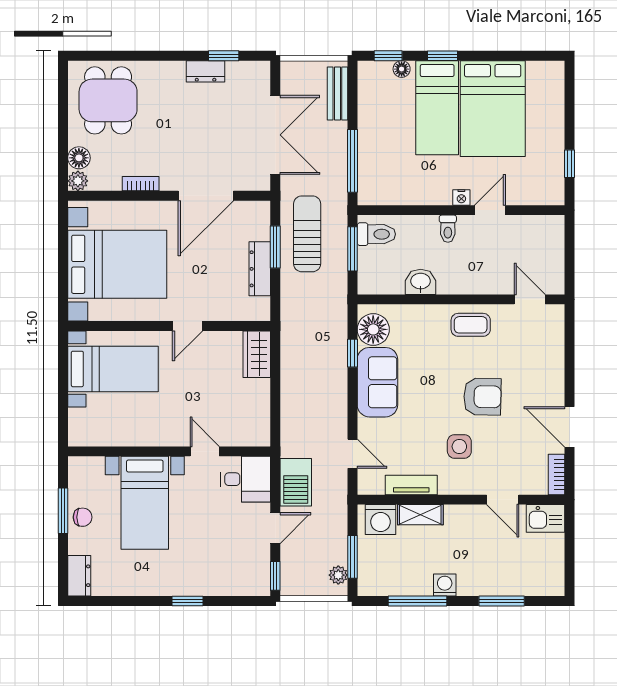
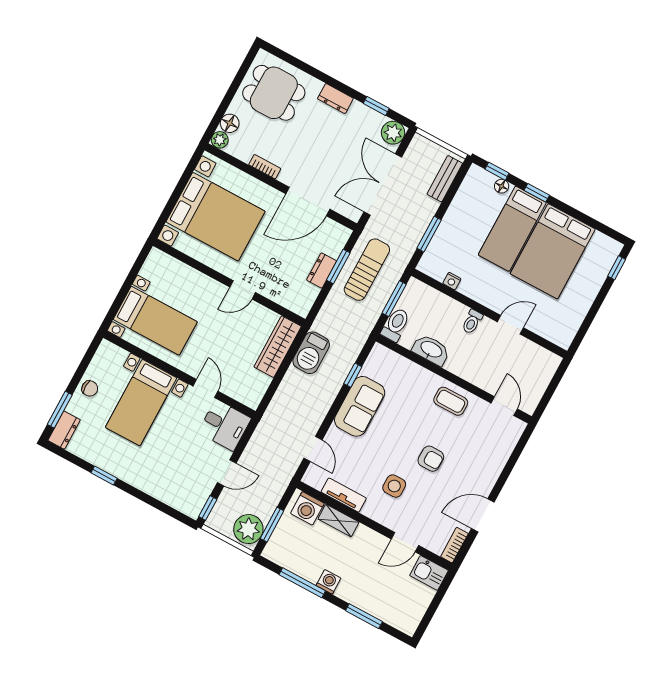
dresser: (206, 71) -> (335, 99), moved
plant: (257, 74) -> (393, 133), added
dining table: (108, 100) -> (274, 93), turned 90
double door: (275, 135) -> (383, 184), swing flipped
window: (352, 161) -> (429, 234), width x0.69
window: (570, 164) -> (617, 268), moved
nightstand: (461, 197) -> (452, 281), moved
toilet: (376, 234) -> (396, 325), moved, turned -90
dresser: (260, 269) -> (322, 270), width x0.70
washbasin: (421, 282) -> (431, 350), width x1.38
floor lamp: (373, 329) -> (377, 366), removed
wardrobe: (257, 354) -> (278, 347), width x1.50
bed with nightstands: (113, 369) -> (155, 321), moved
armchair: (482, 397) -> (431, 459), width x0.72, depth x0.72
door: (570, 427) -> (483, 515), hinge flipped
barbecue: (296, 482) -> (311, 353), moved
door: (503, 500) -> (405, 542), hinge flipped
window: (63, 511) -> (60, 410), moved
plant: (338, 575) -> (248, 529), width x1.88, depth x1.88
window: (187, 601) -> (104, 476), moved

